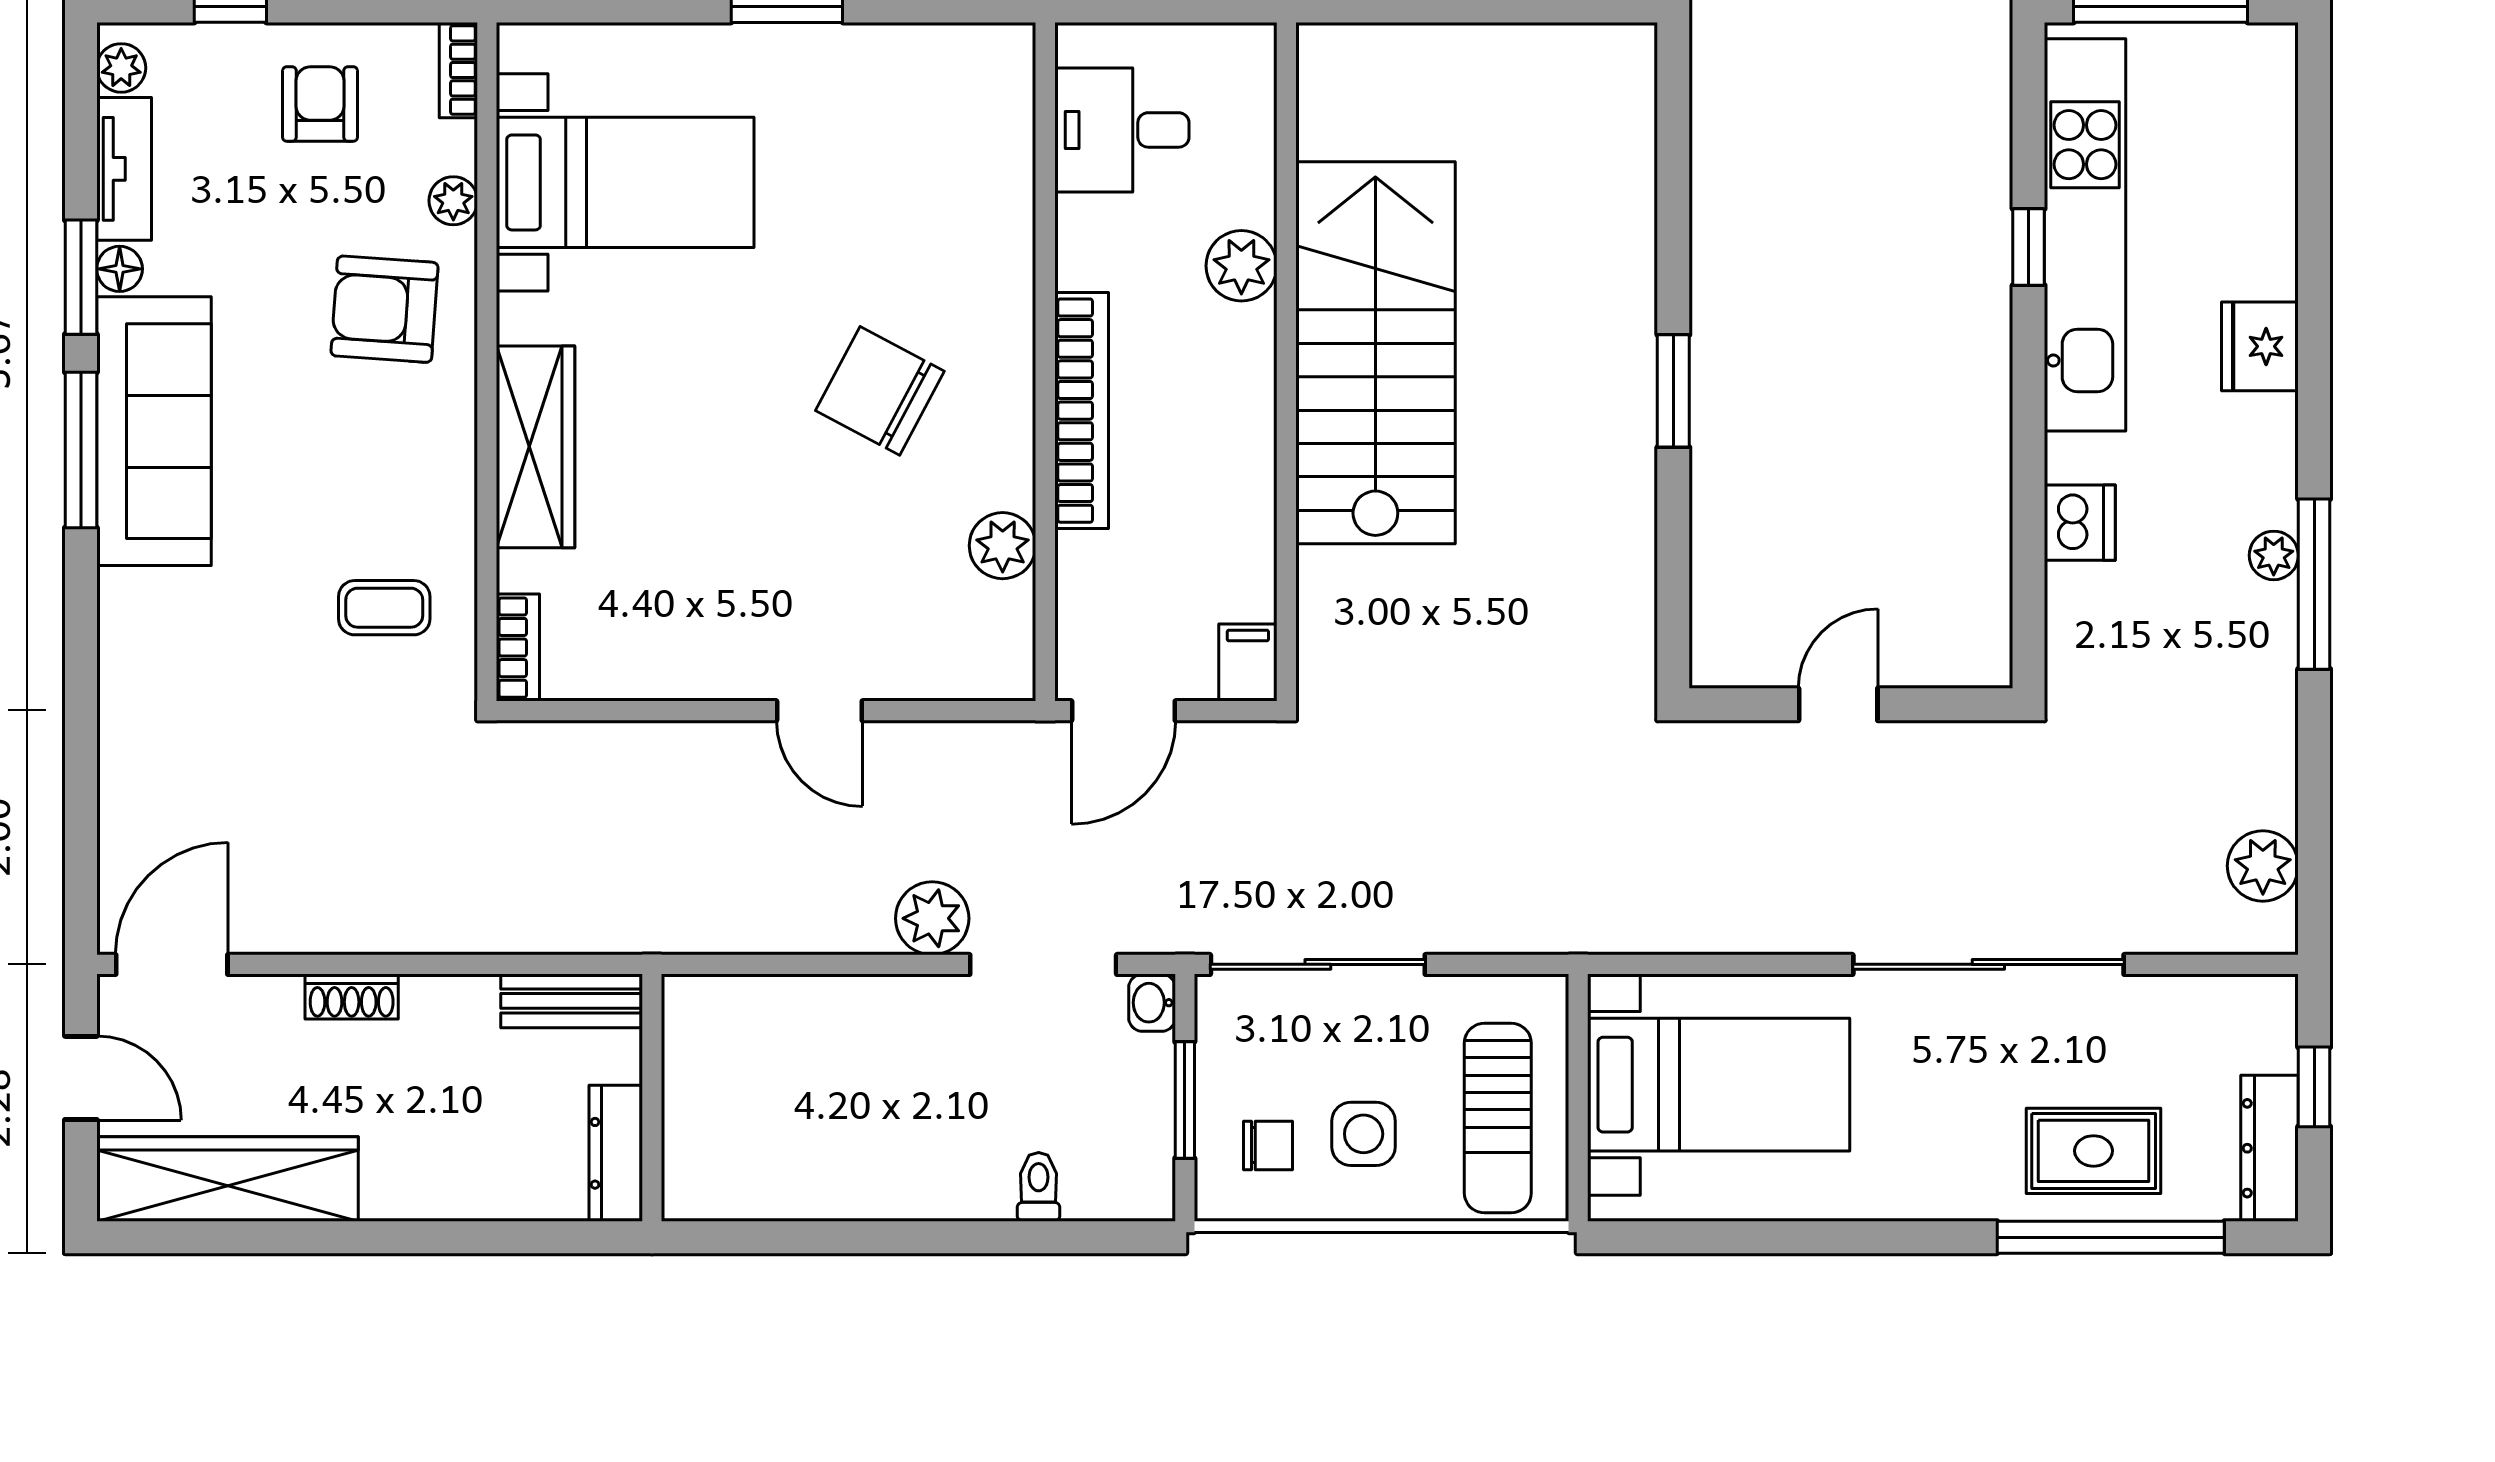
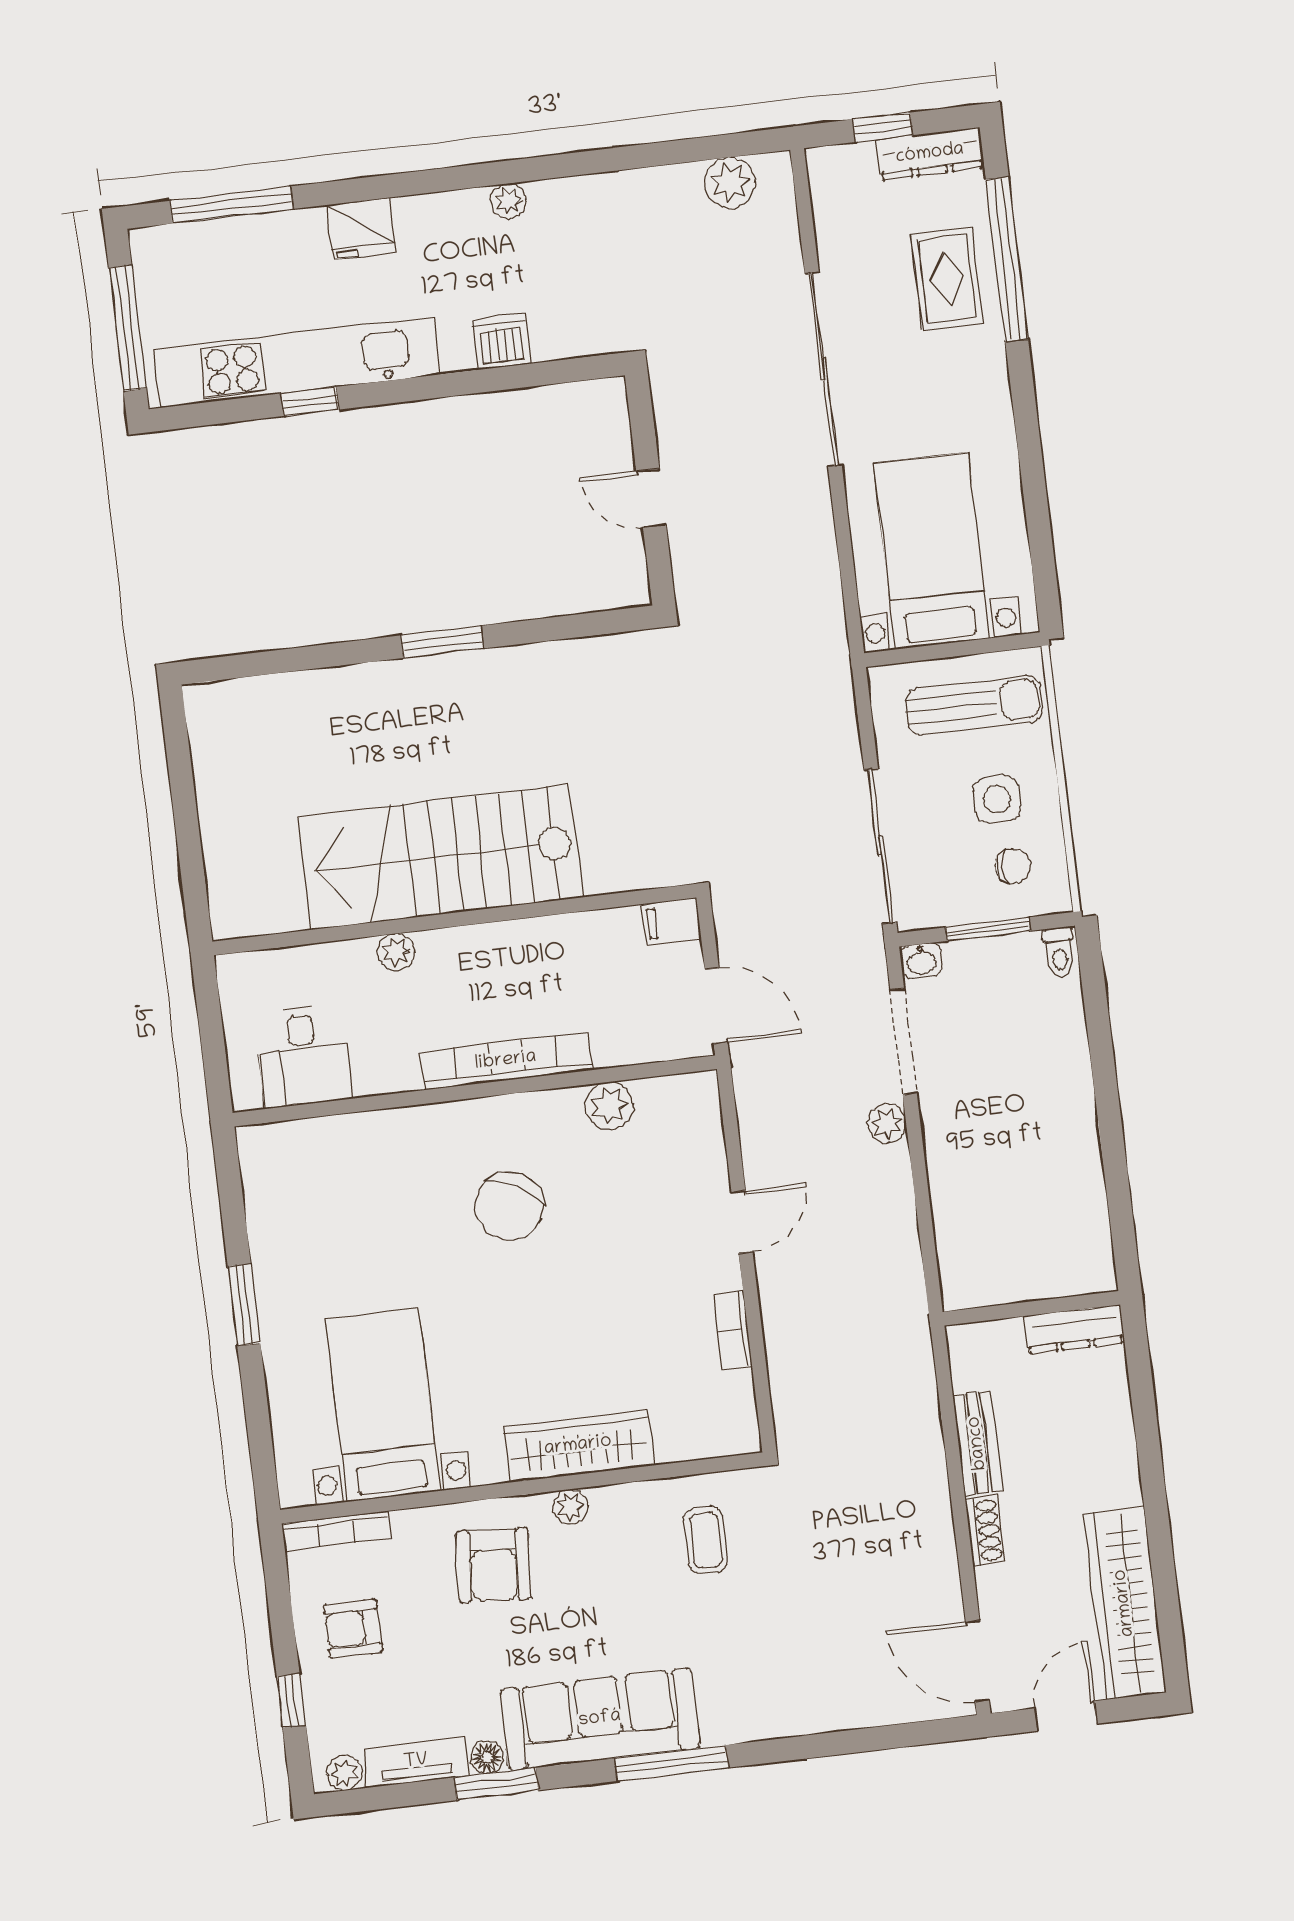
bookcase: (458, 70) -> (336, 1531), width x1.56
plant: (453, 201) -> (570, 1507), moved
plant: (1241, 266) -> (396, 952), width x0.73, depth x0.73
window: (81, 450) -> (671, 1763), moved
window: (2314, 584) -> (232, 205), moved
bookcase: (518, 648) -> (733, 1331), moved, turned -90
plant: (932, 918) -> (887, 1123), width x0.73, depth x0.73
bench: (572, 1001) -> (978, 1443), moved
chair: (1268, 1145) -> (1013, 866), turned 90
toilet: (1039, 1187) -> (1059, 952), moved, turned -90

